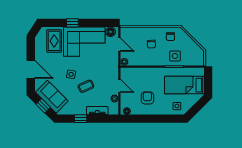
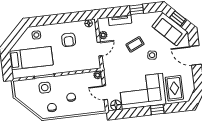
door: (119, 86) -> (100, 49), swing flipped

